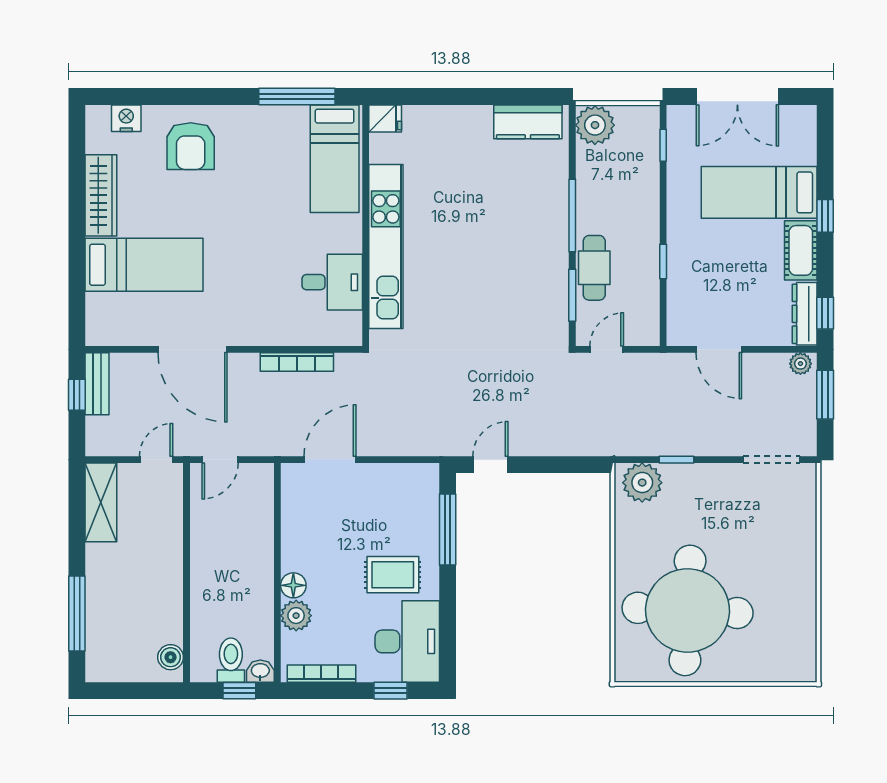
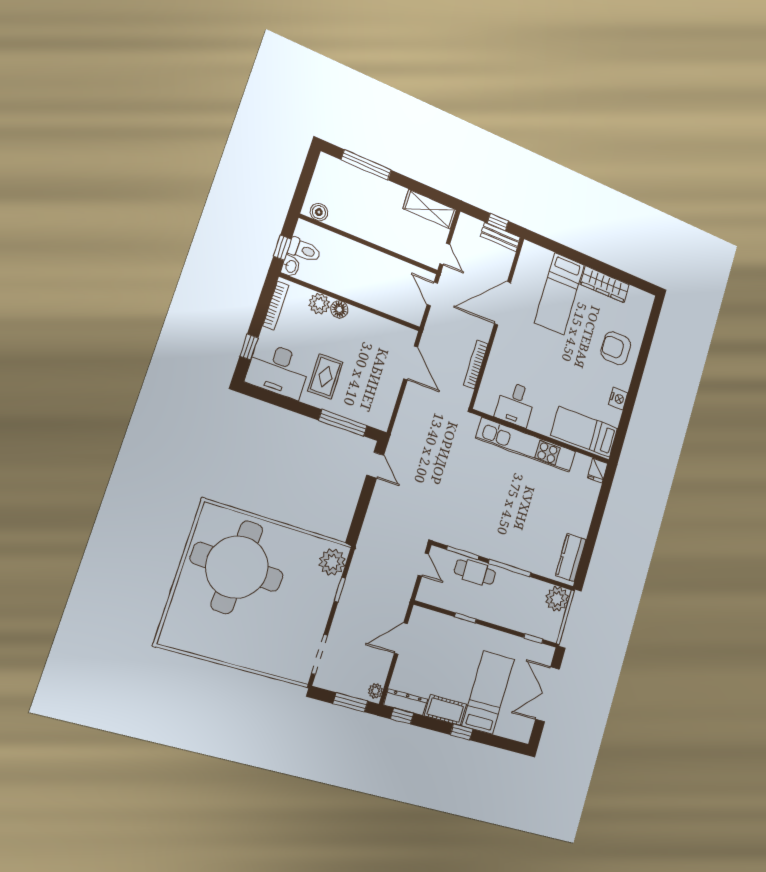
window: (297, 97) -> (624, 422), removed
nightstand: (126, 118) -> (618, 399), moved

